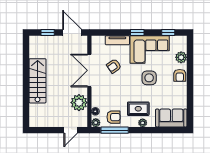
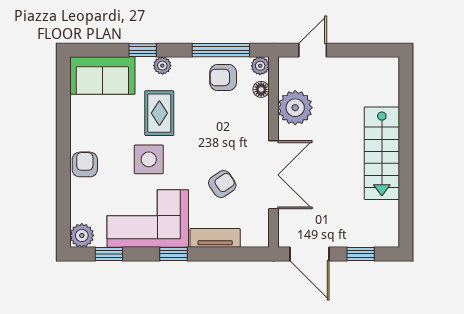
plant: (181, 57) -> (82, 235), moved
rug: (138, 109) -> (159, 113), moved, turned 90
window: (152, 130) -> (143, 50), added

